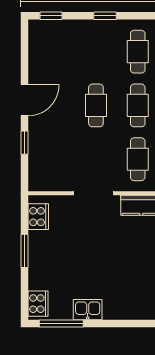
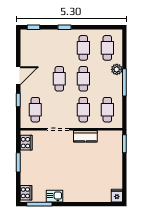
cafe table: (54, 159) -> (35, 110), added

